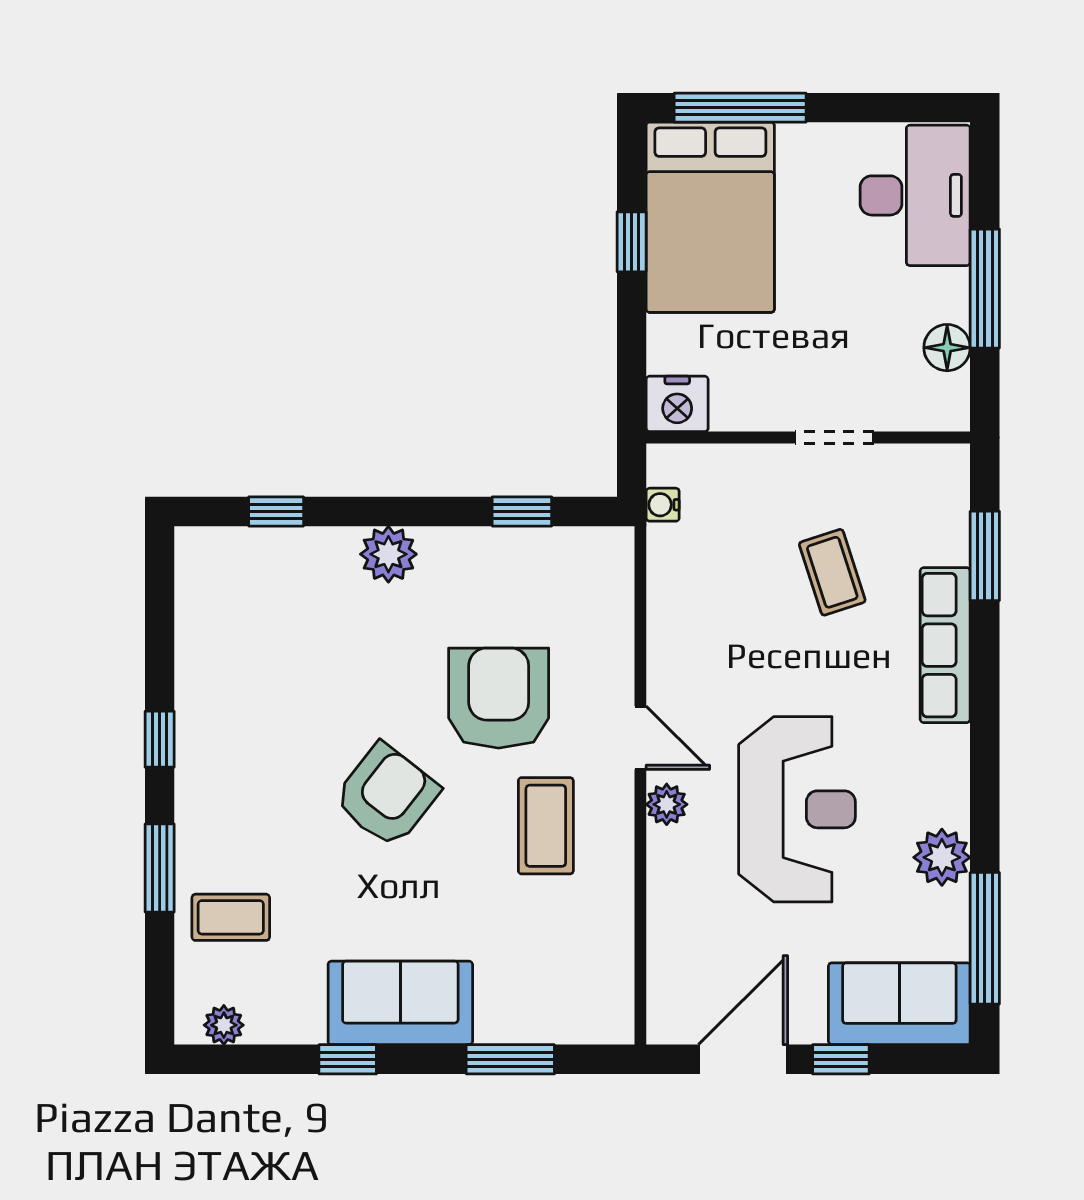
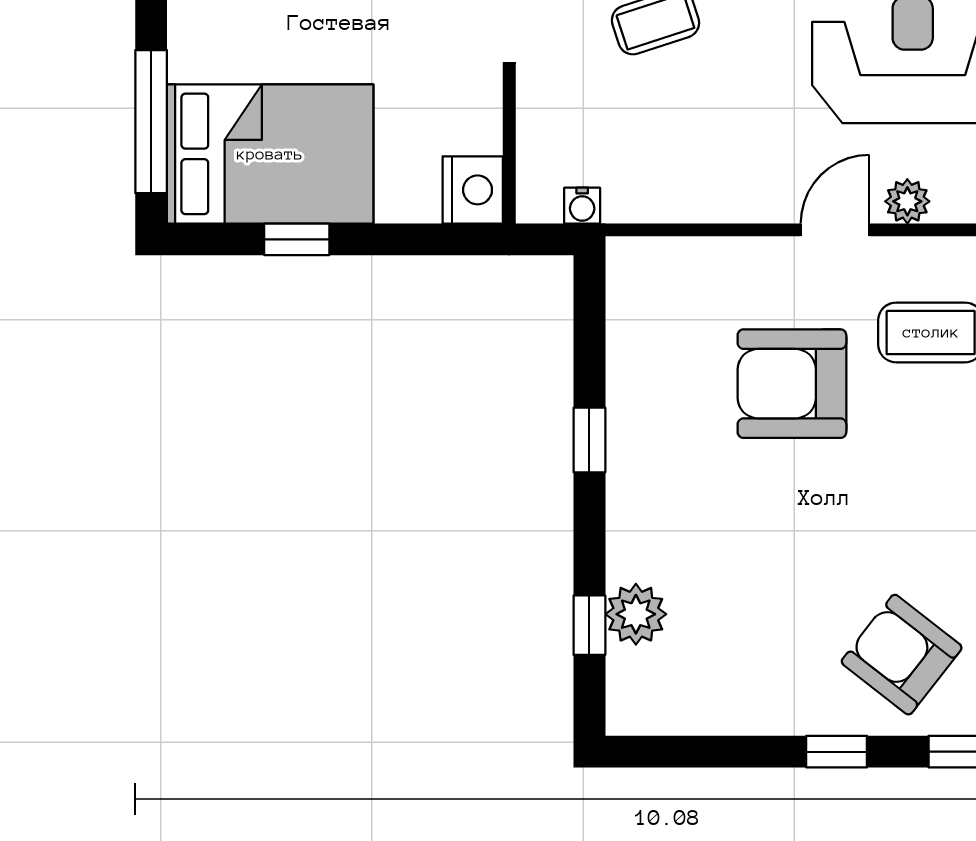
window: (522, 511) -> (589, 440), moved
plant: (388, 554) -> (636, 614), moved
armchair: (387, 795) -> (902, 655), moved

